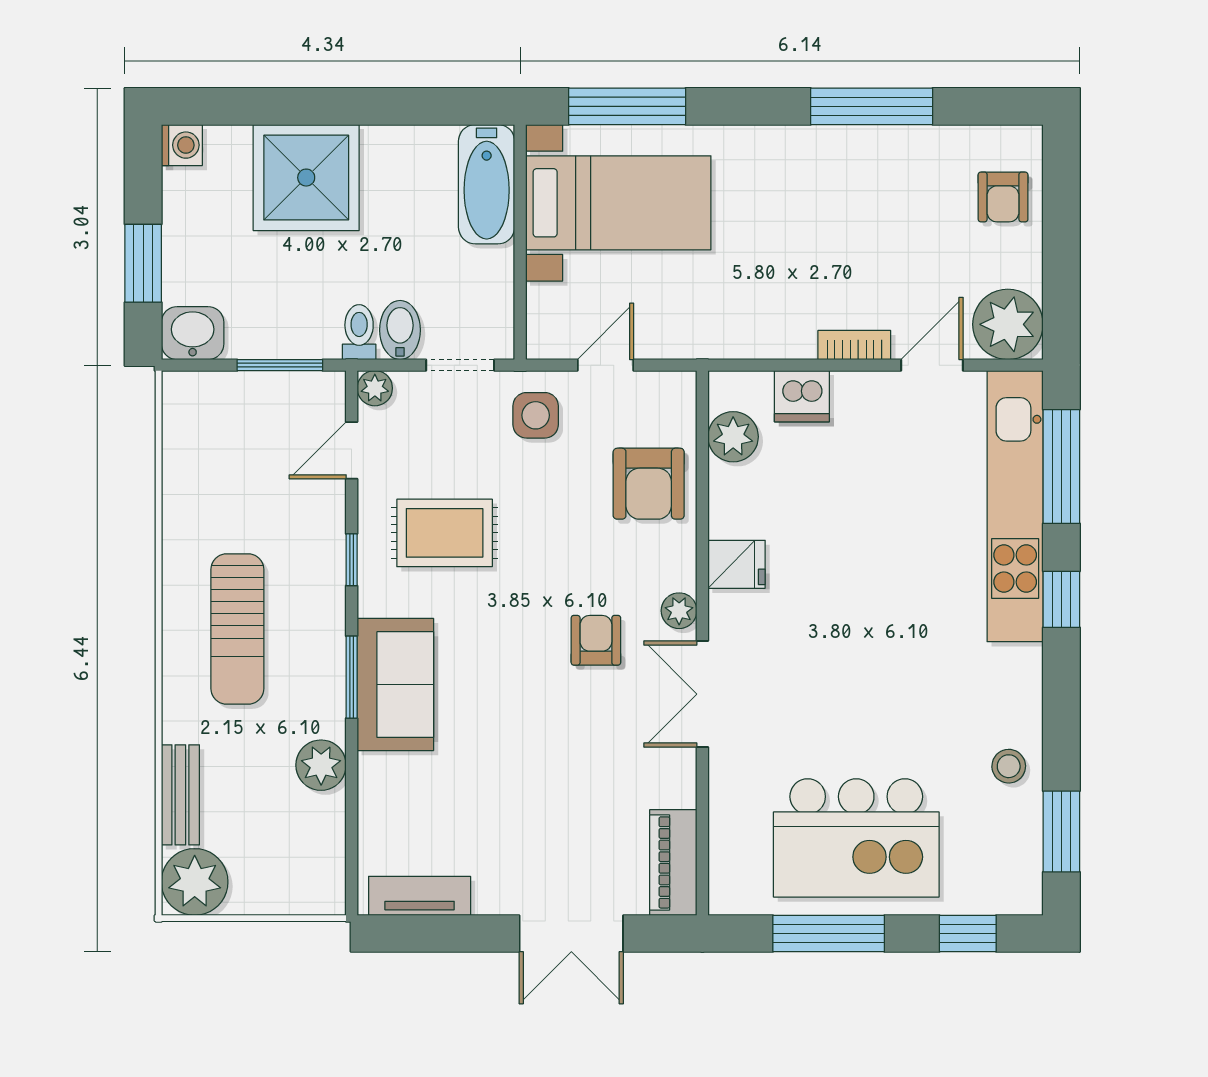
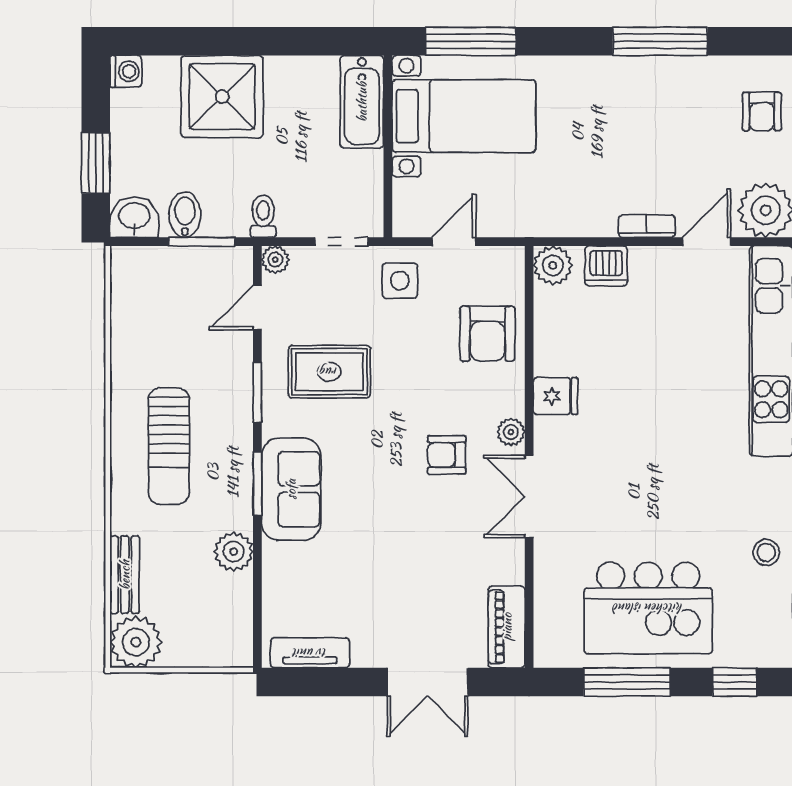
bidet: (400, 330) -> (185, 215), moved
plant: (733, 437) -> (553, 265), moved
window: (352, 560) -> (257, 392), width x1.50
armchair: (596, 640) -> (447, 455), turned -90

